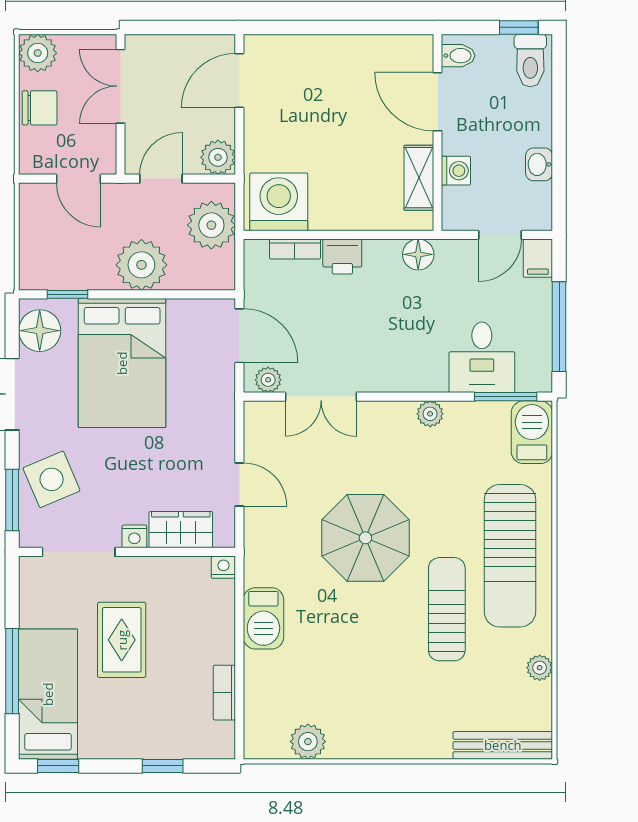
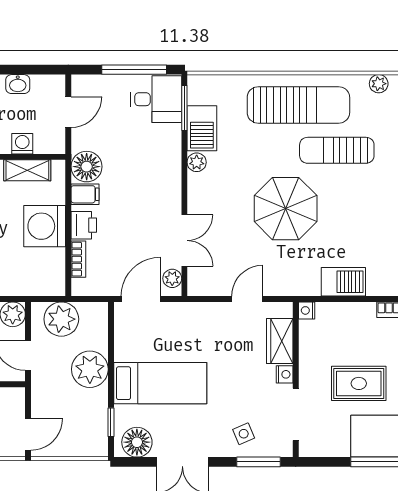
door: (78, 179) -> (28, 434), moved
washing machine: (279, 202) -> (45, 226), moved
door: (500, 235) -> (68, 112), hinge flipped
floor lamp: (418, 254) -> (87, 167), width x1.38, depth x1.38
filing cabinet: (538, 258) -> (85, 194), moved
desk: (482, 357) -> (156, 99), moved
bed: (122, 363) -> (160, 383), width x0.67
barbecue: (532, 432) -> (202, 128), moved, turned -90
side table: (52, 479) -> (244, 434), width x0.54, depth x0.54

